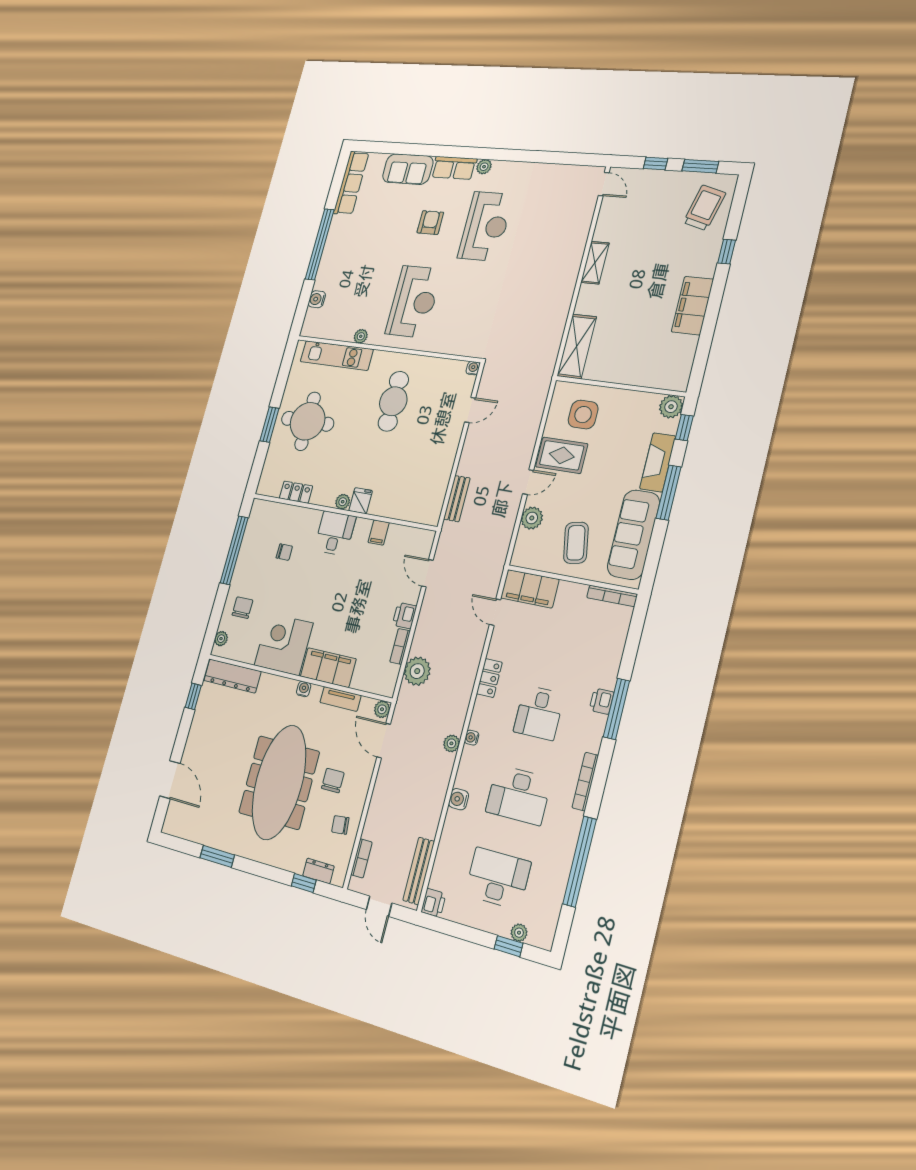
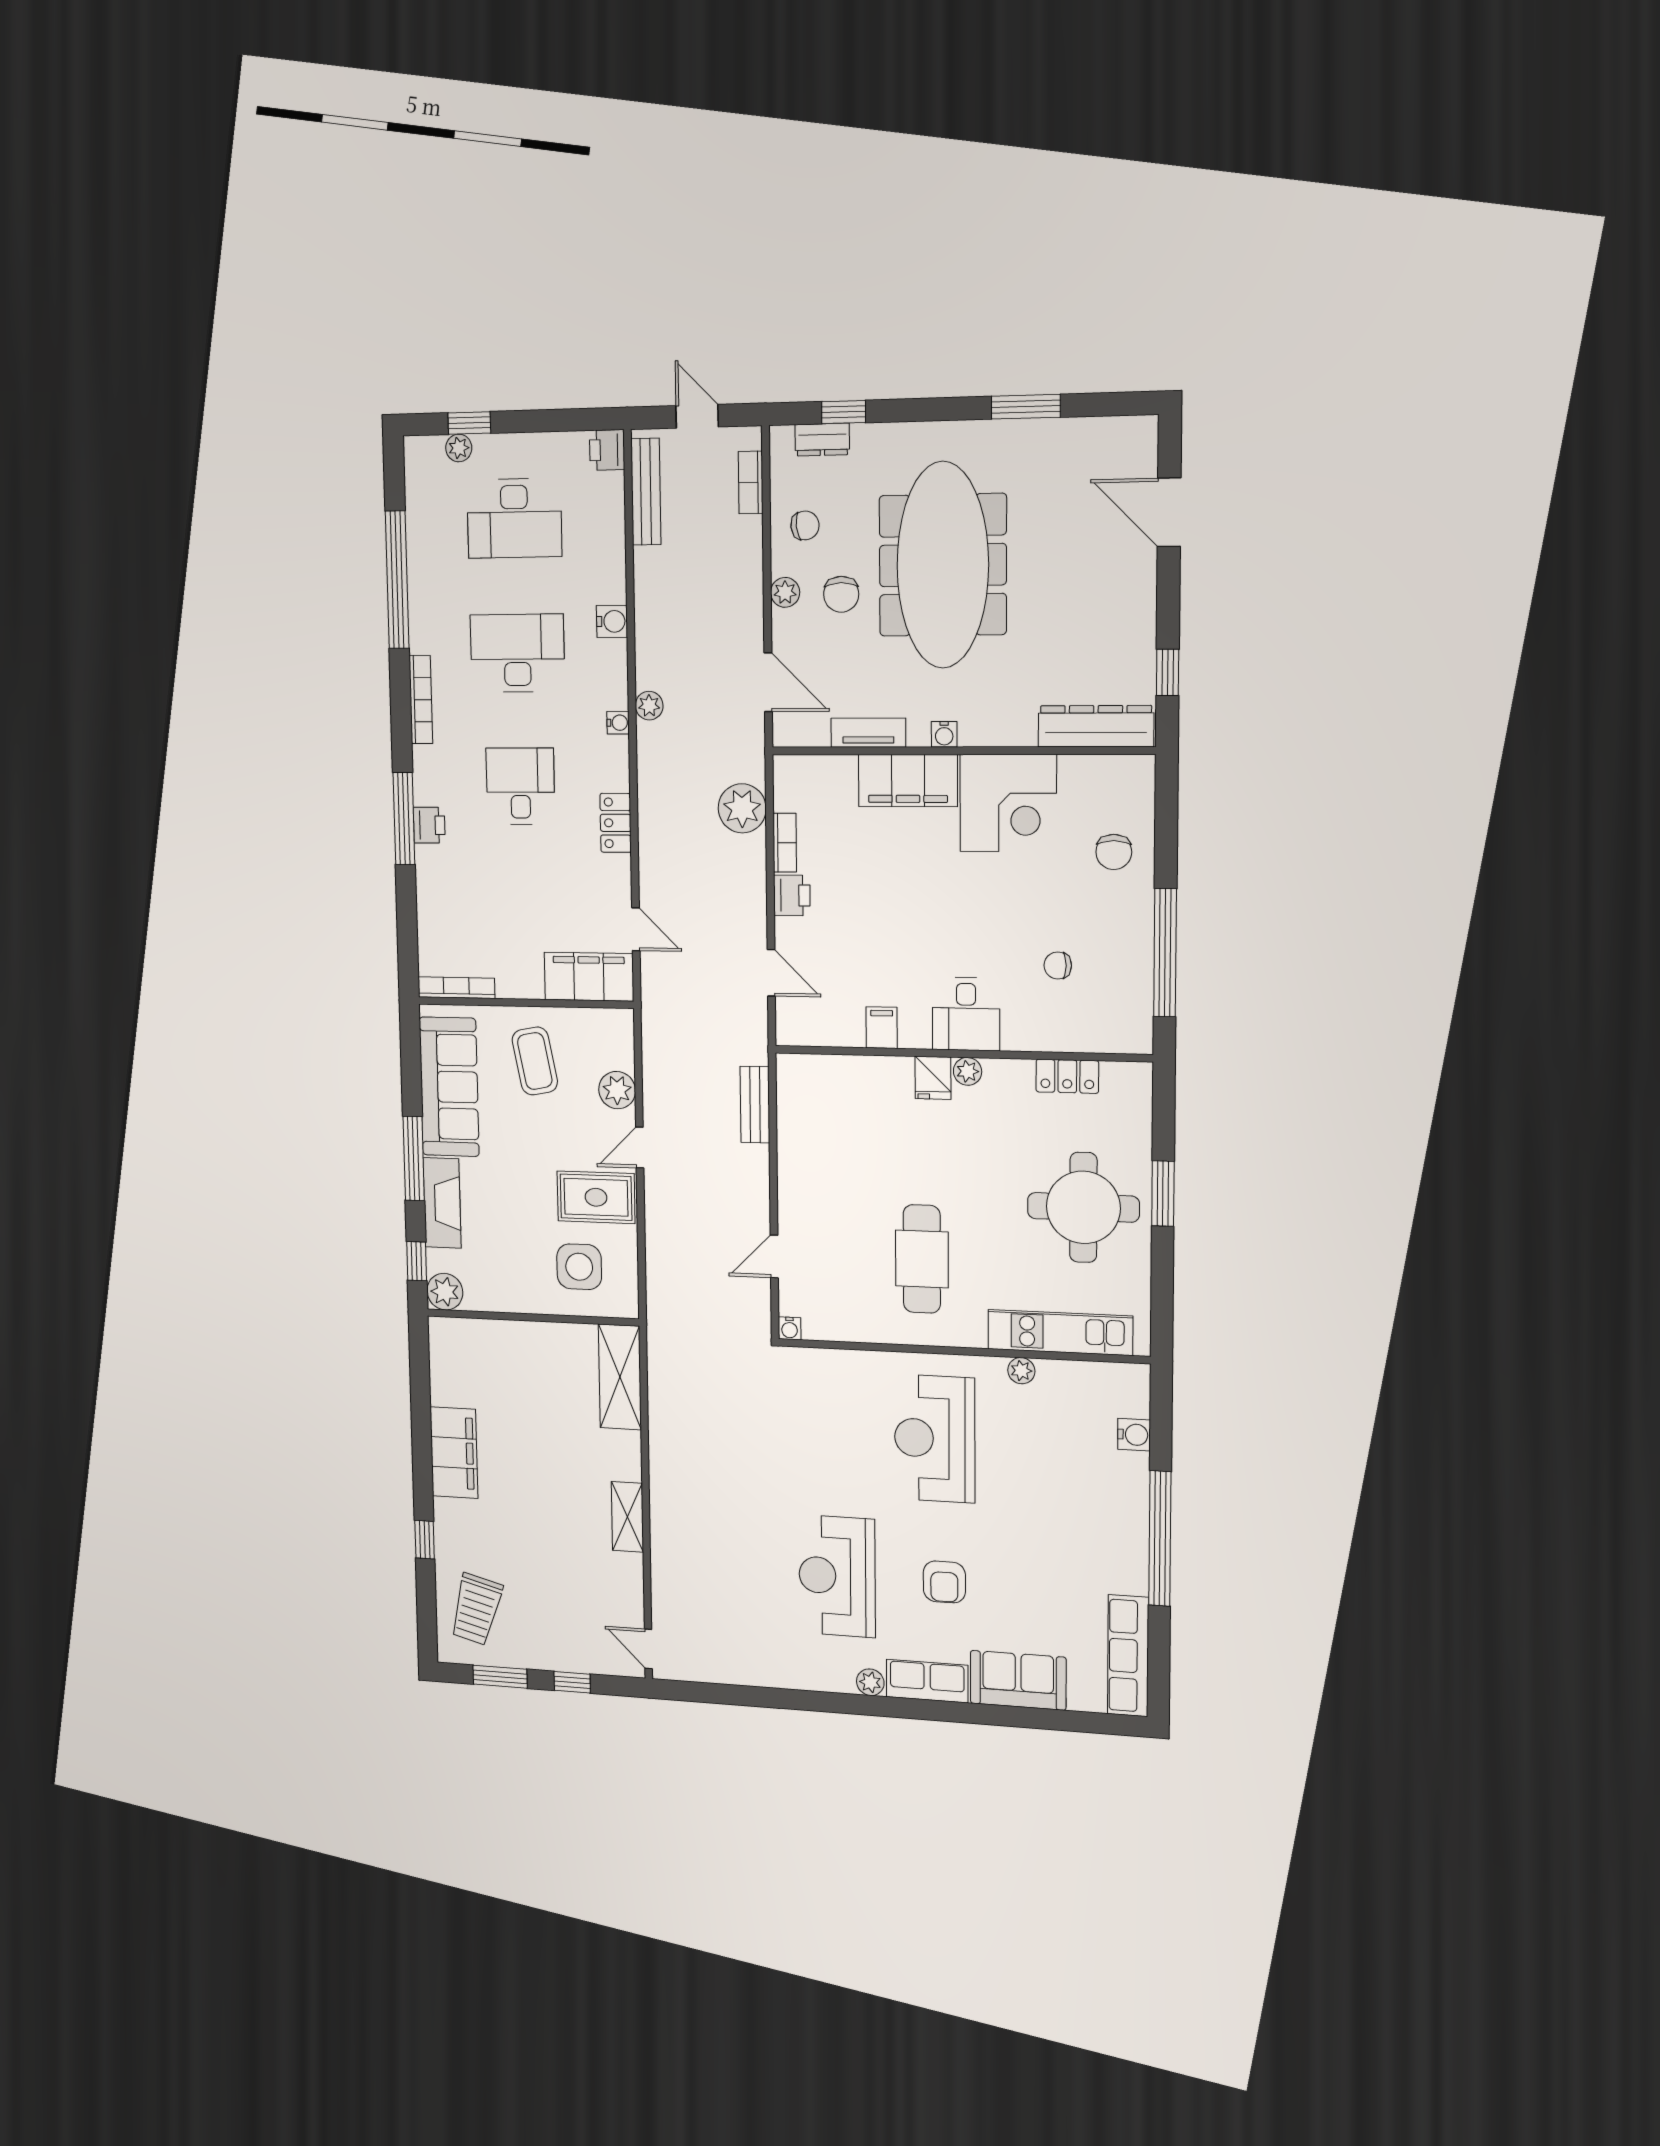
plant: (221, 639) -> (1141, 788), removed
plant: (382, 709) -> (785, 592), moved

